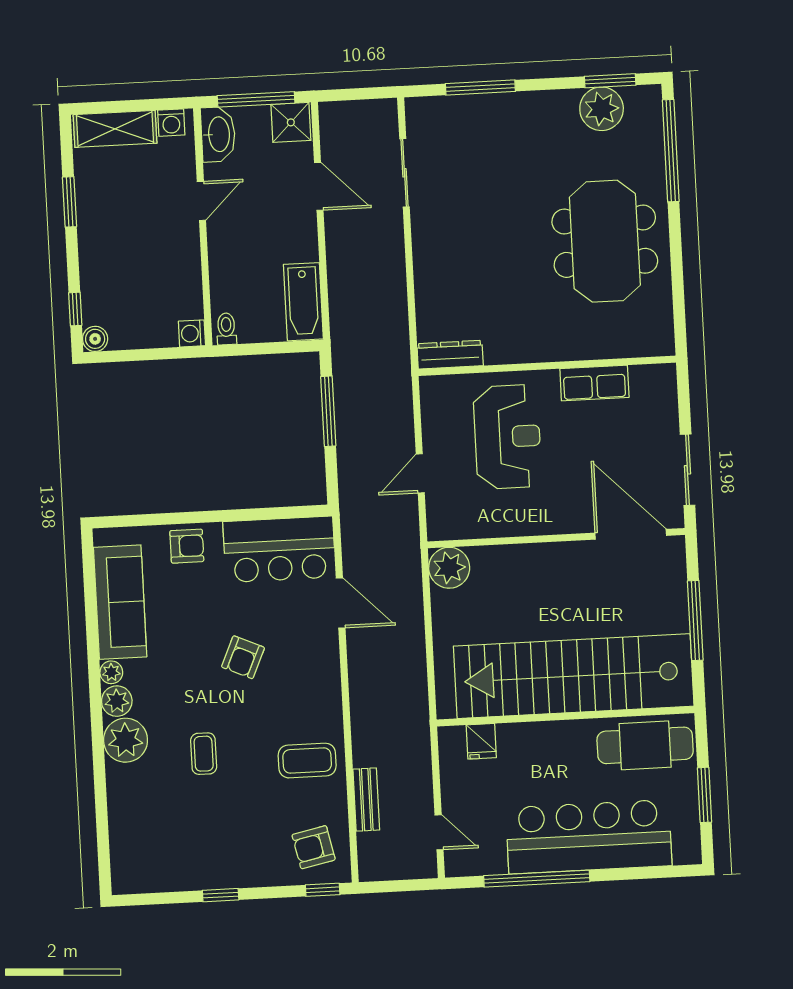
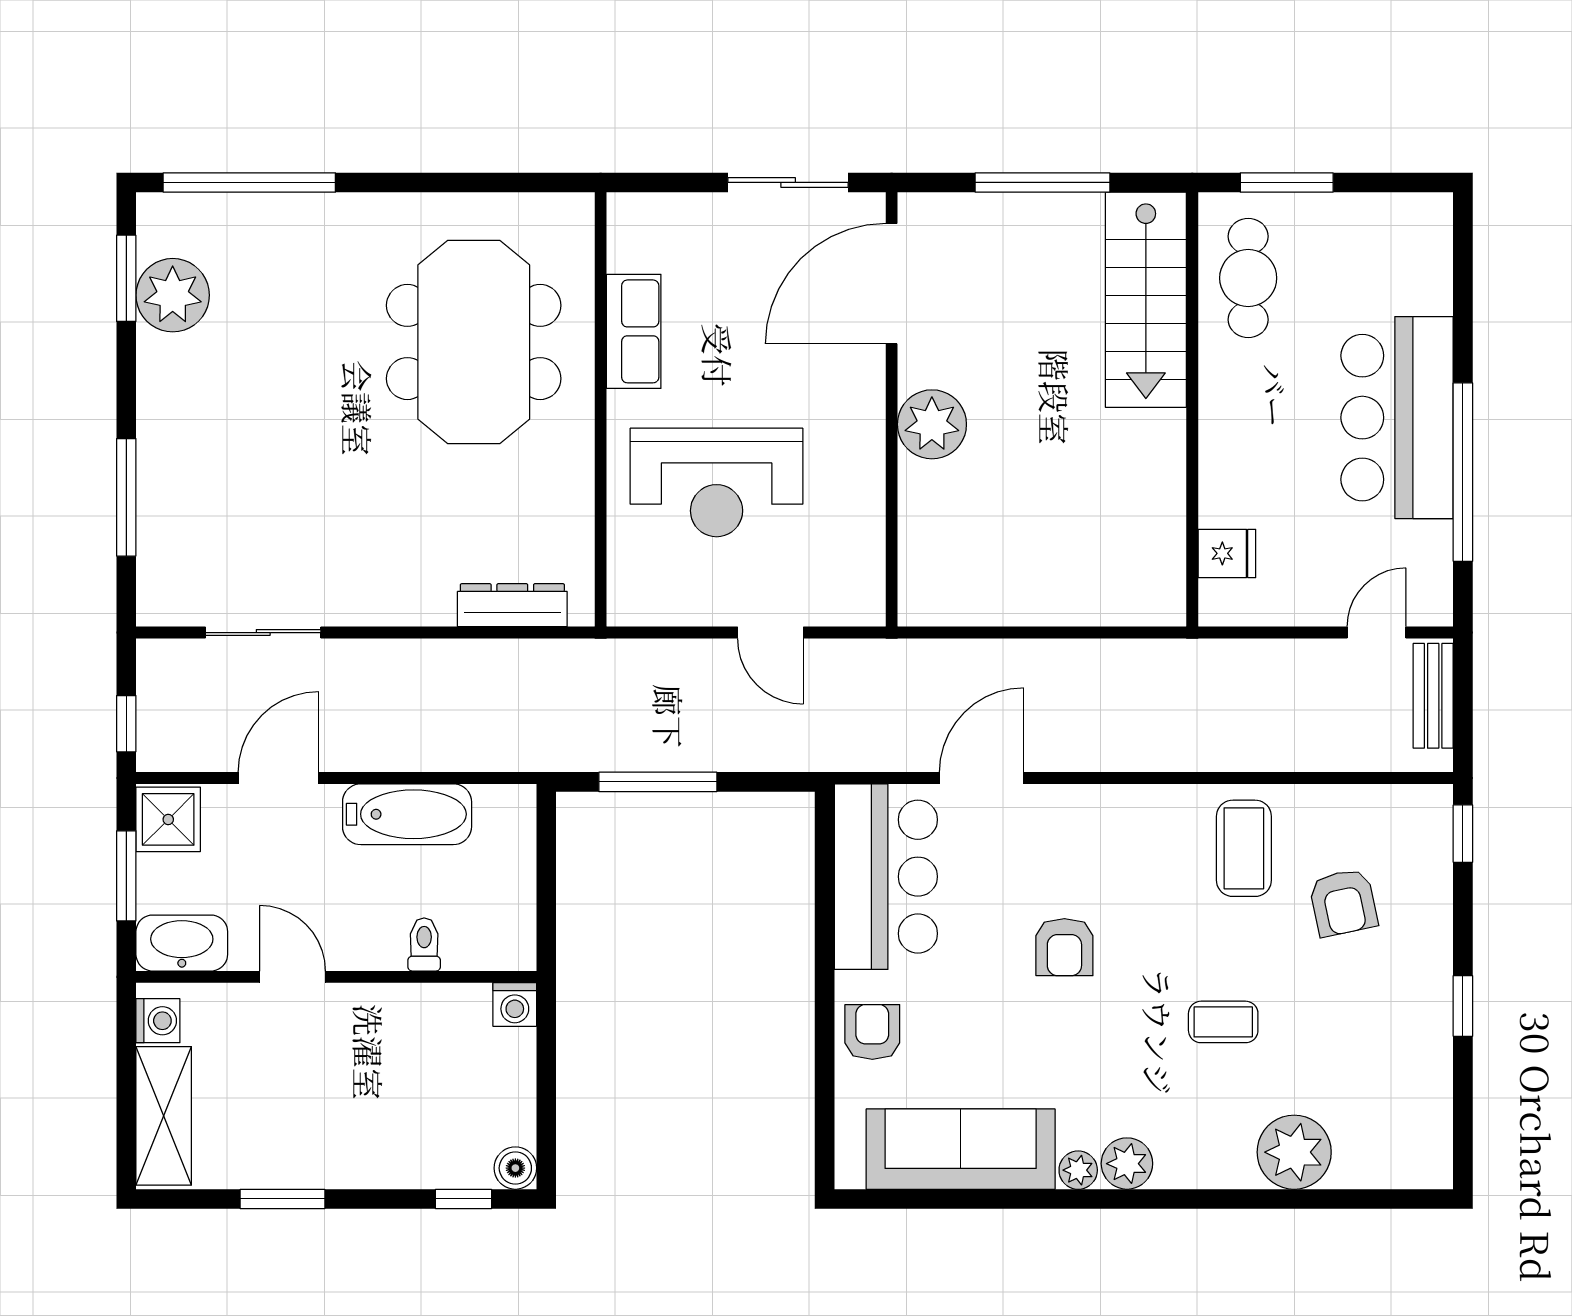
window: (346, 95) -> (126, 724), added
window: (256, 99) -> (126, 876), width x0.69
meeting table: (605, 241) -> (474, 342), moved, turned 90
bathtub: (303, 302) -> (407, 814), moved
toilet: (226, 329) -> (424, 944), moved, turned 90
dresser: (450, 355) -> (512, 605), moved, turned 90
reception desk: (507, 437) -> (717, 482), turned 180
plant: (449, 568) -> (932, 424), moved
armchair: (243, 657) -> (1064, 947), turned 66
stairs: (574, 676) -> (1146, 300), width x0.54, depth x0.66
plant: (126, 740) -> (1294, 1152), moved
cafe table: (645, 745) -> (1248, 278), width x0.73, depth x0.74
window: (704, 795) -> (1287, 182), moved
bench: (366, 800) -> (1433, 696), moved, turned 90
bar counter: (589, 837) -> (1397, 418), width x0.73
armchair: (314, 847) -> (1343, 902), moved

